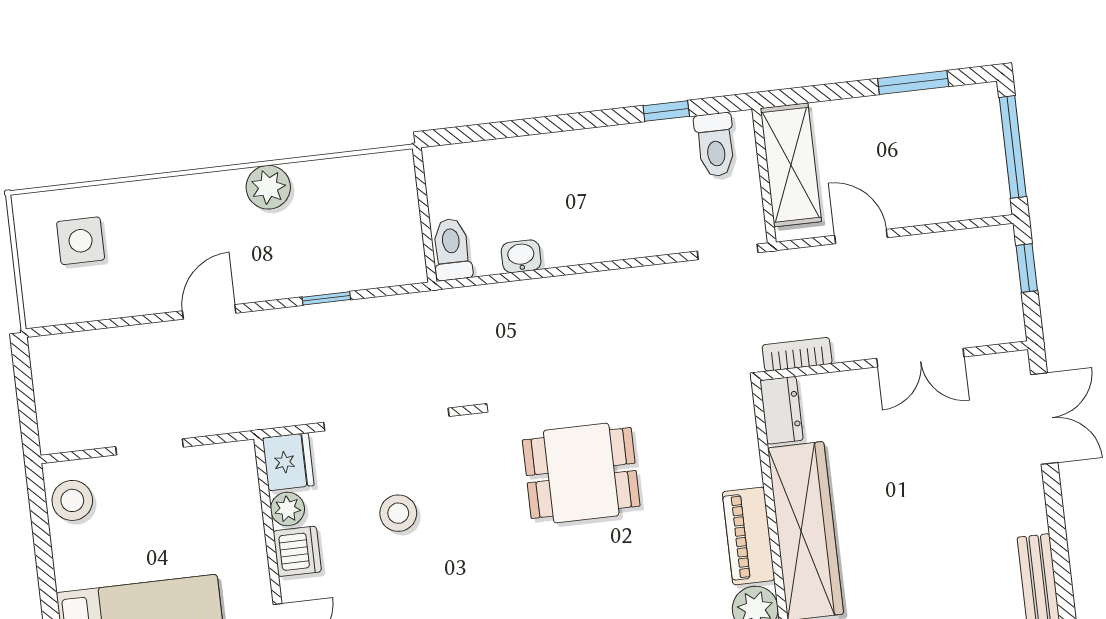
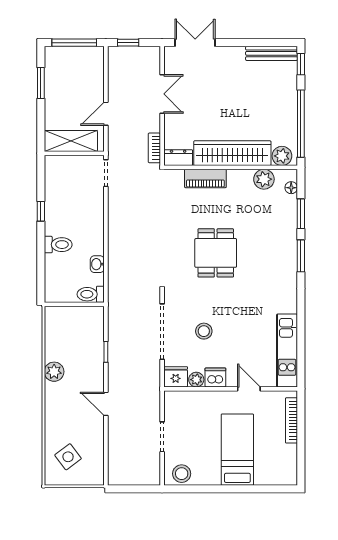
window: (666, 111) -> (41, 211), moved
toilet: (715, 145) -> (58, 245), moved
side table: (81, 241) -> (68, 457), turned -37
dining table: (581, 473) -> (216, 253), moved
piano: (749, 536) -> (205, 178), moved

